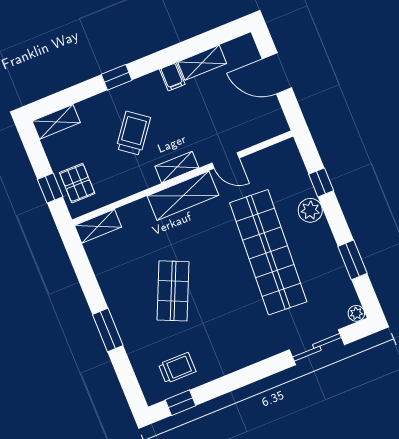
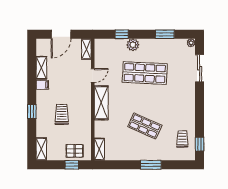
trolley: (133, 133) -> (62, 114), turned 53
shelving: (177, 167) -> (86, 49), moved
shop shelf: (268, 252) -> (145, 73), width x0.71

